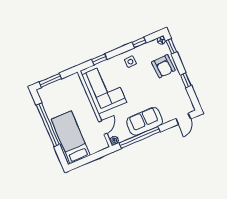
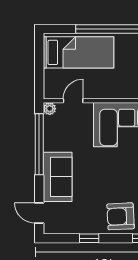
sofa: (145, 121) -> (58, 177), moved
door: (103, 128) -> (73, 101), swing flipped

